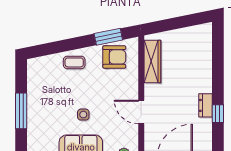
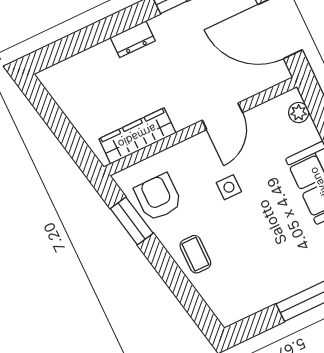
dresser: (205, 105) -> (133, 39), moved
side table: (83, 115) -> (229, 187), moved

